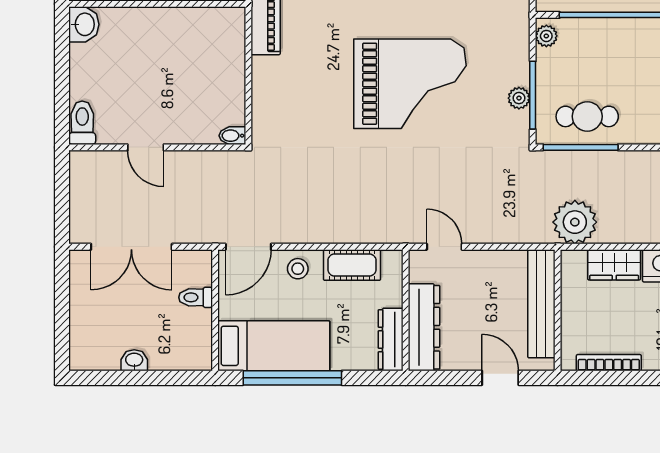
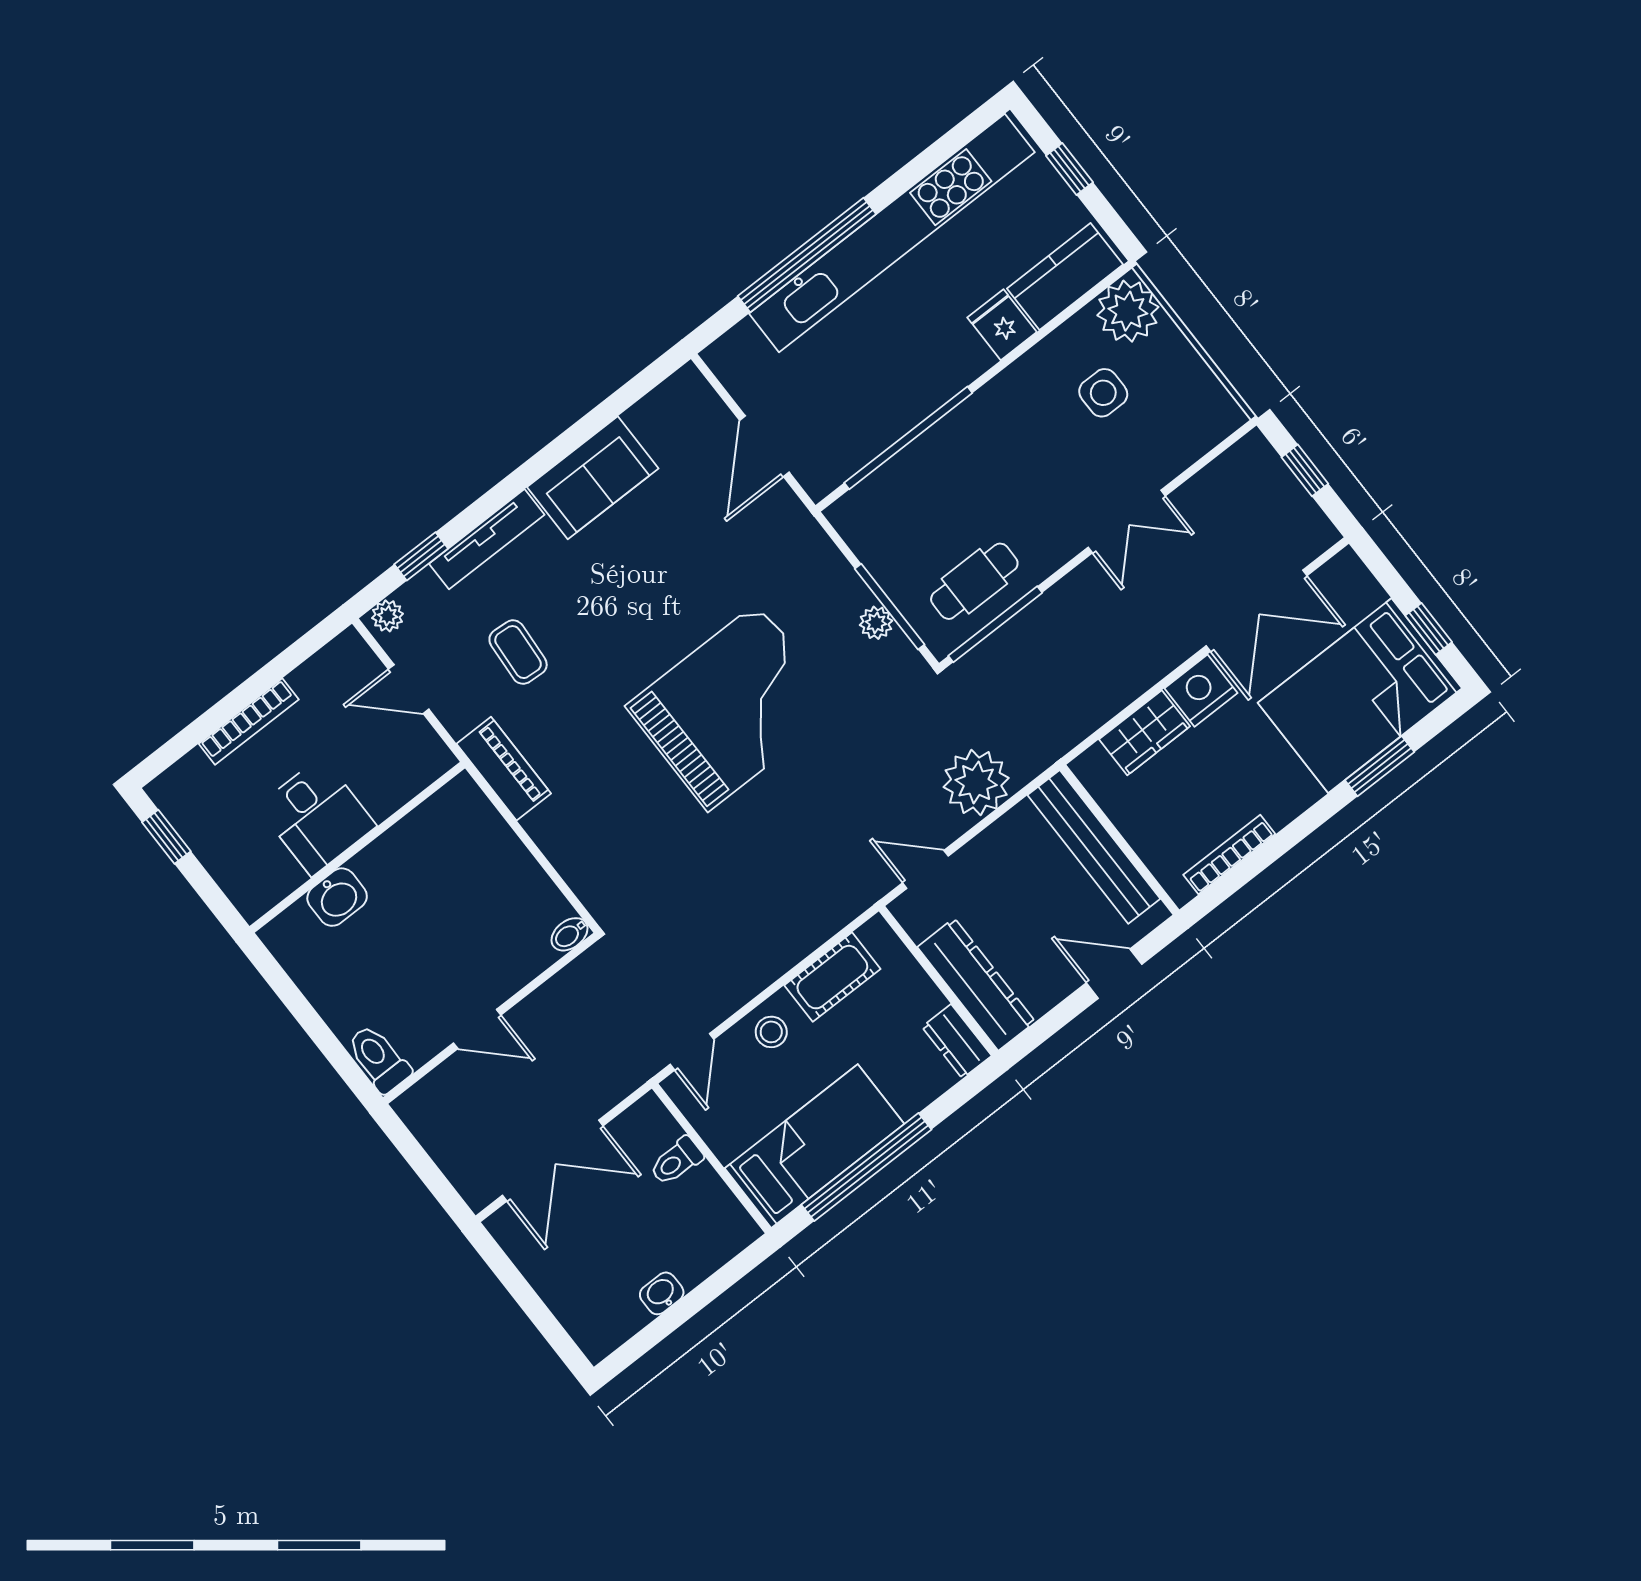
washbasin: (84, 24) -> (337, 897), moved, turned 90
plant: (546, 36) -> (851, 523), removed
plant: (575, 222) -> (976, 782), moved
door: (248, 247) -> (692, 1052), width x0.73
dresser: (391, 340) -> (957, 1041), width x0.70

